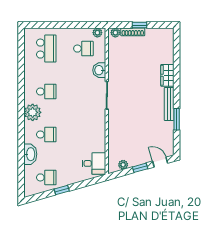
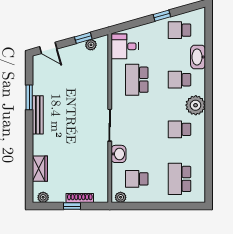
plant: (115, 33) -> (43, 197), moved
wardrobe: (167, 75) -> (40, 169), moved
school desk: (83, 134) -> (137, 80), added
window: (140, 168) -> (83, 38), moved

